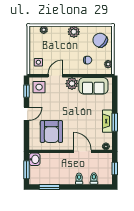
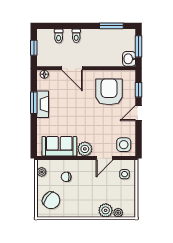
plant: (74, 32) -> (106, 210), moved
window: (27, 91) -> (139, 90), moved

